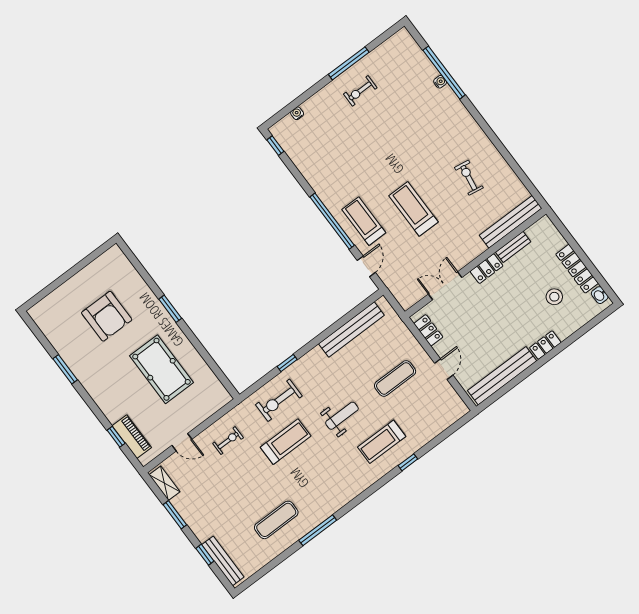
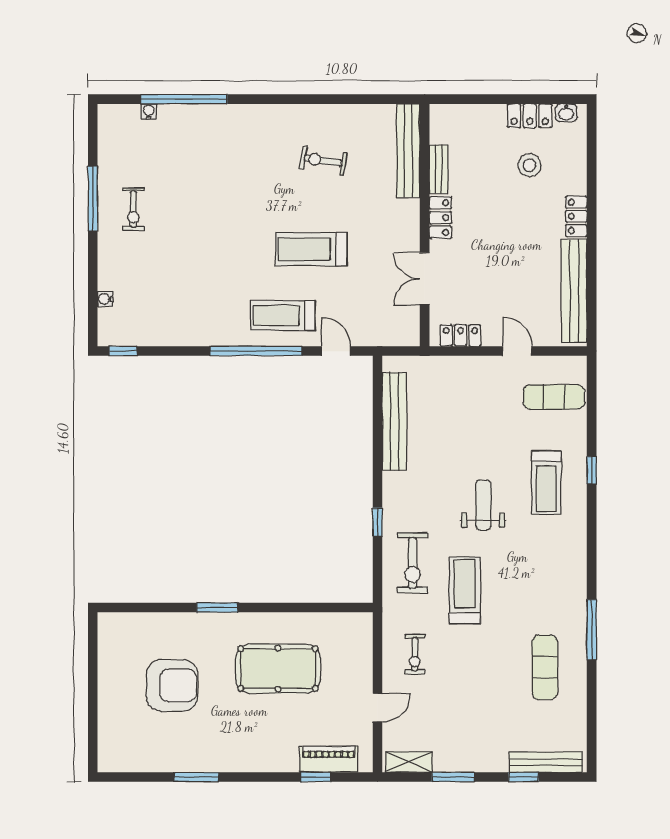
water cooler: (440, 82) -> (149, 112), moved
locker: (577, 269) -> (530, 116), width x0.66
exercise mat: (395, 378) -> (554, 397), moved, turned 90
exercise bike: (228, 441) -> (415, 654), turned 180

